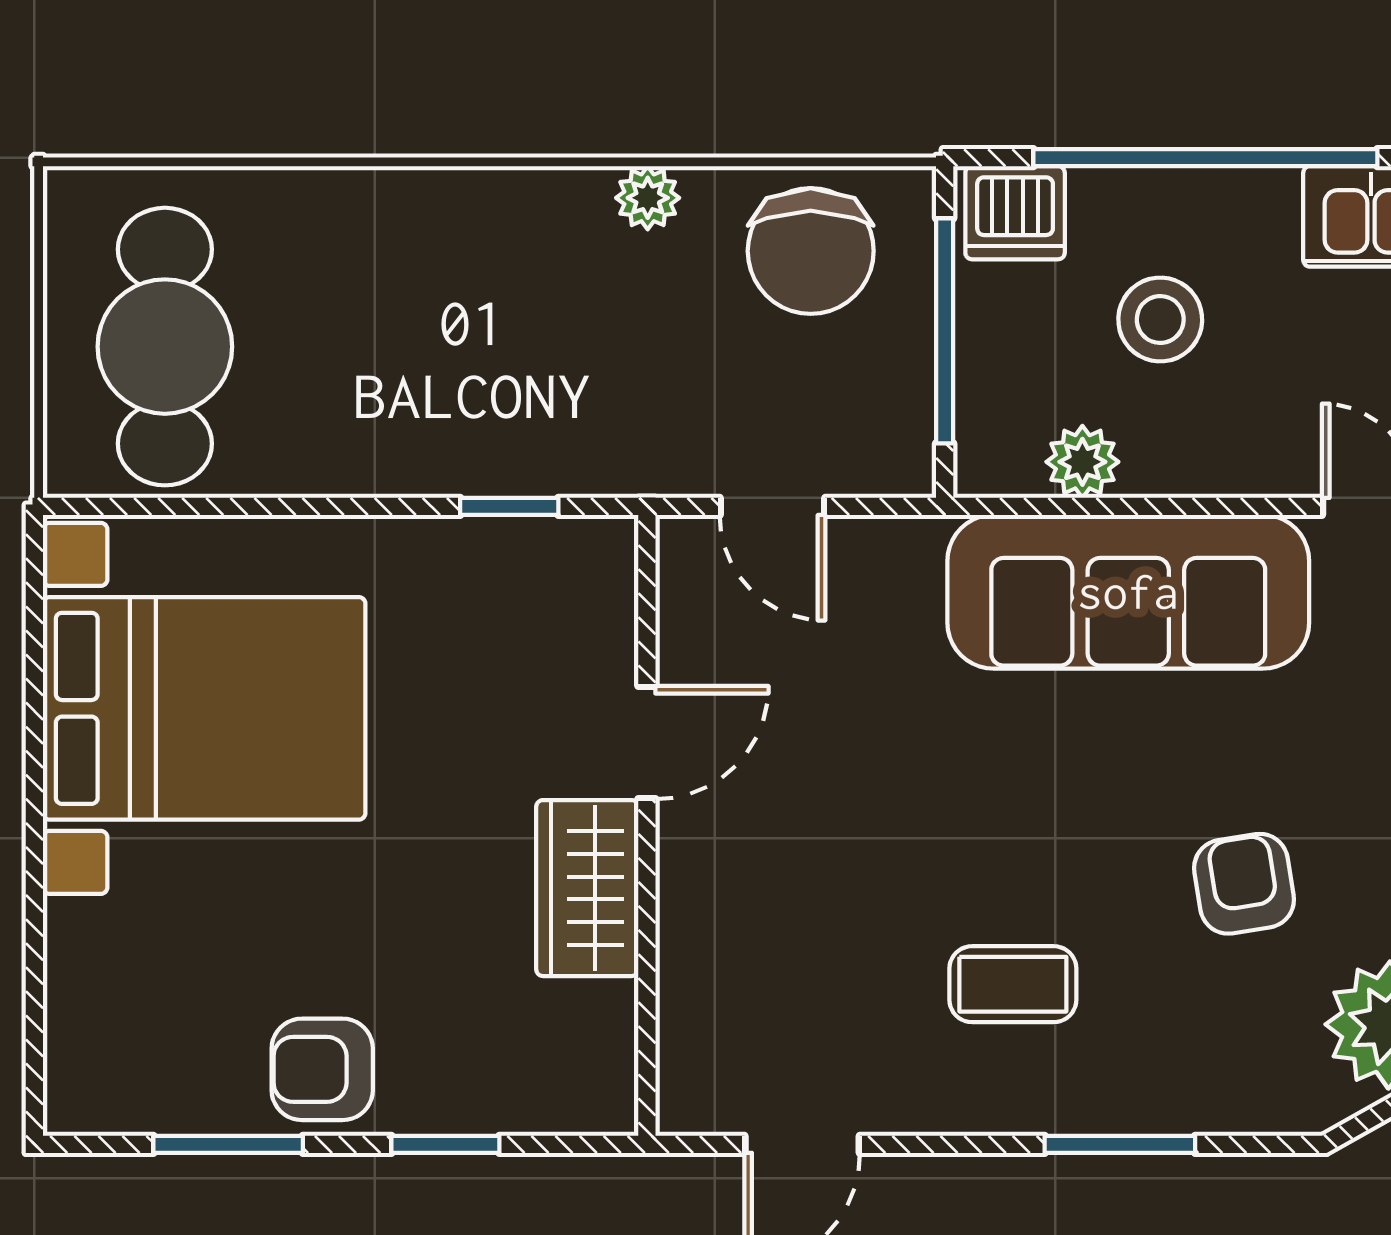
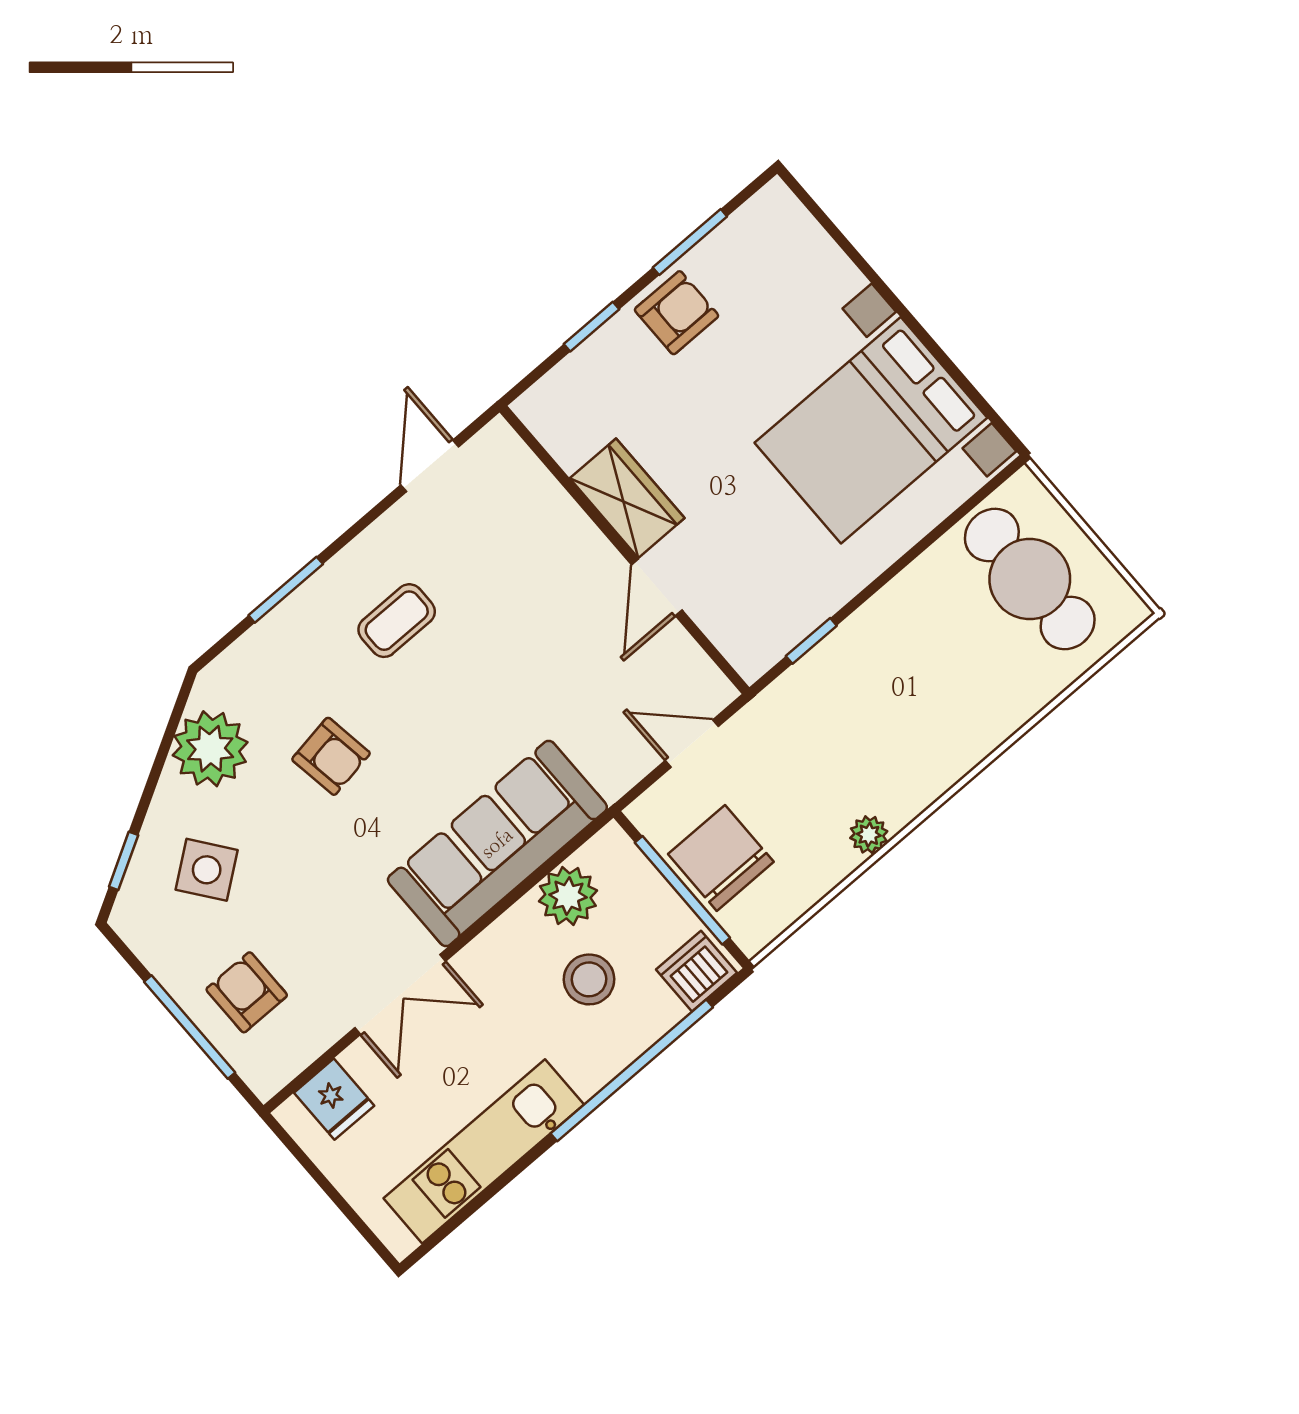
chair: (811, 251) -> (721, 858), moved
plant: (1082, 462) -> (568, 896), width x1.38, depth x1.38

